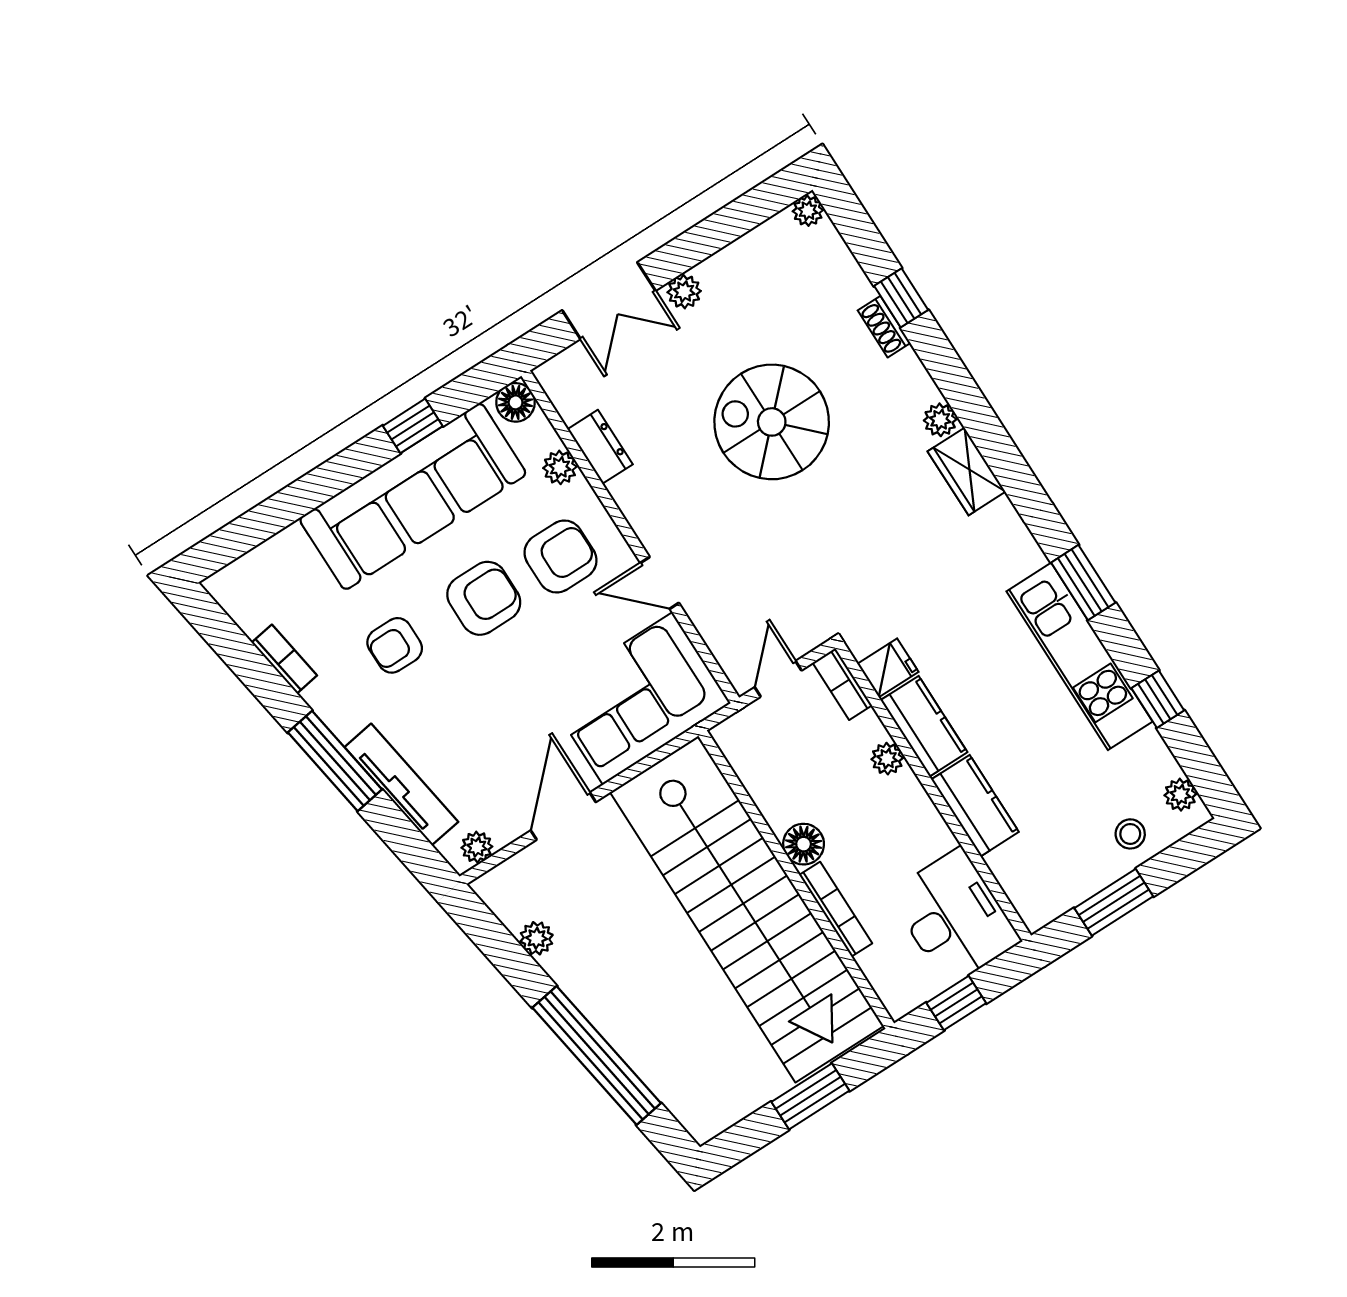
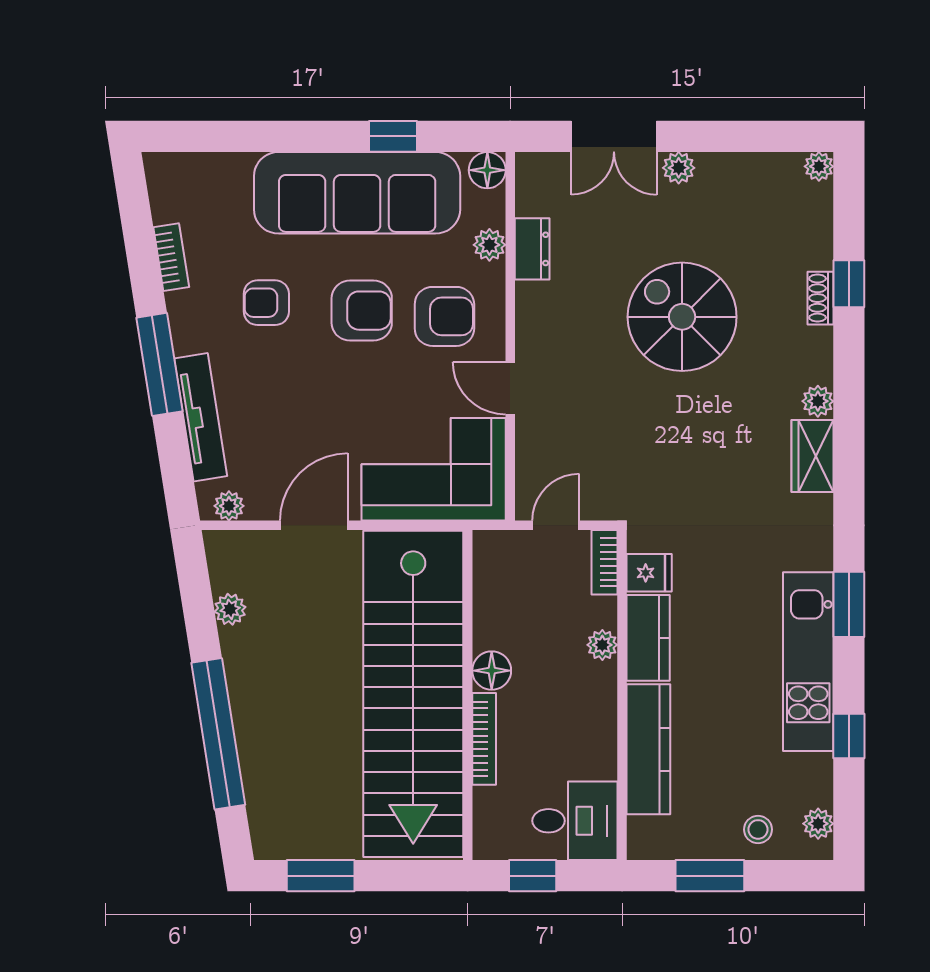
kitchen counter: (975, 806) -> (648, 749), width x1.50
desk: (954, 917) -> (575, 821), width x0.73
window: (810, 1096) -> (321, 876), moved

